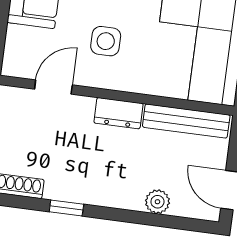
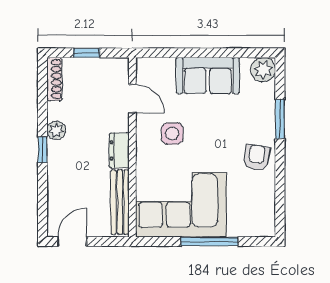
plant: (157, 202) -> (56, 130), moved
window: (66, 208) -> (43, 150), moved

